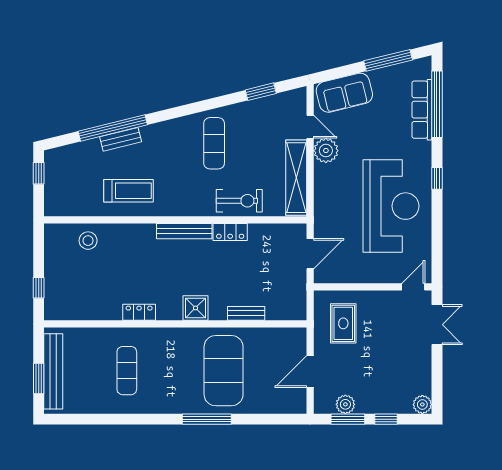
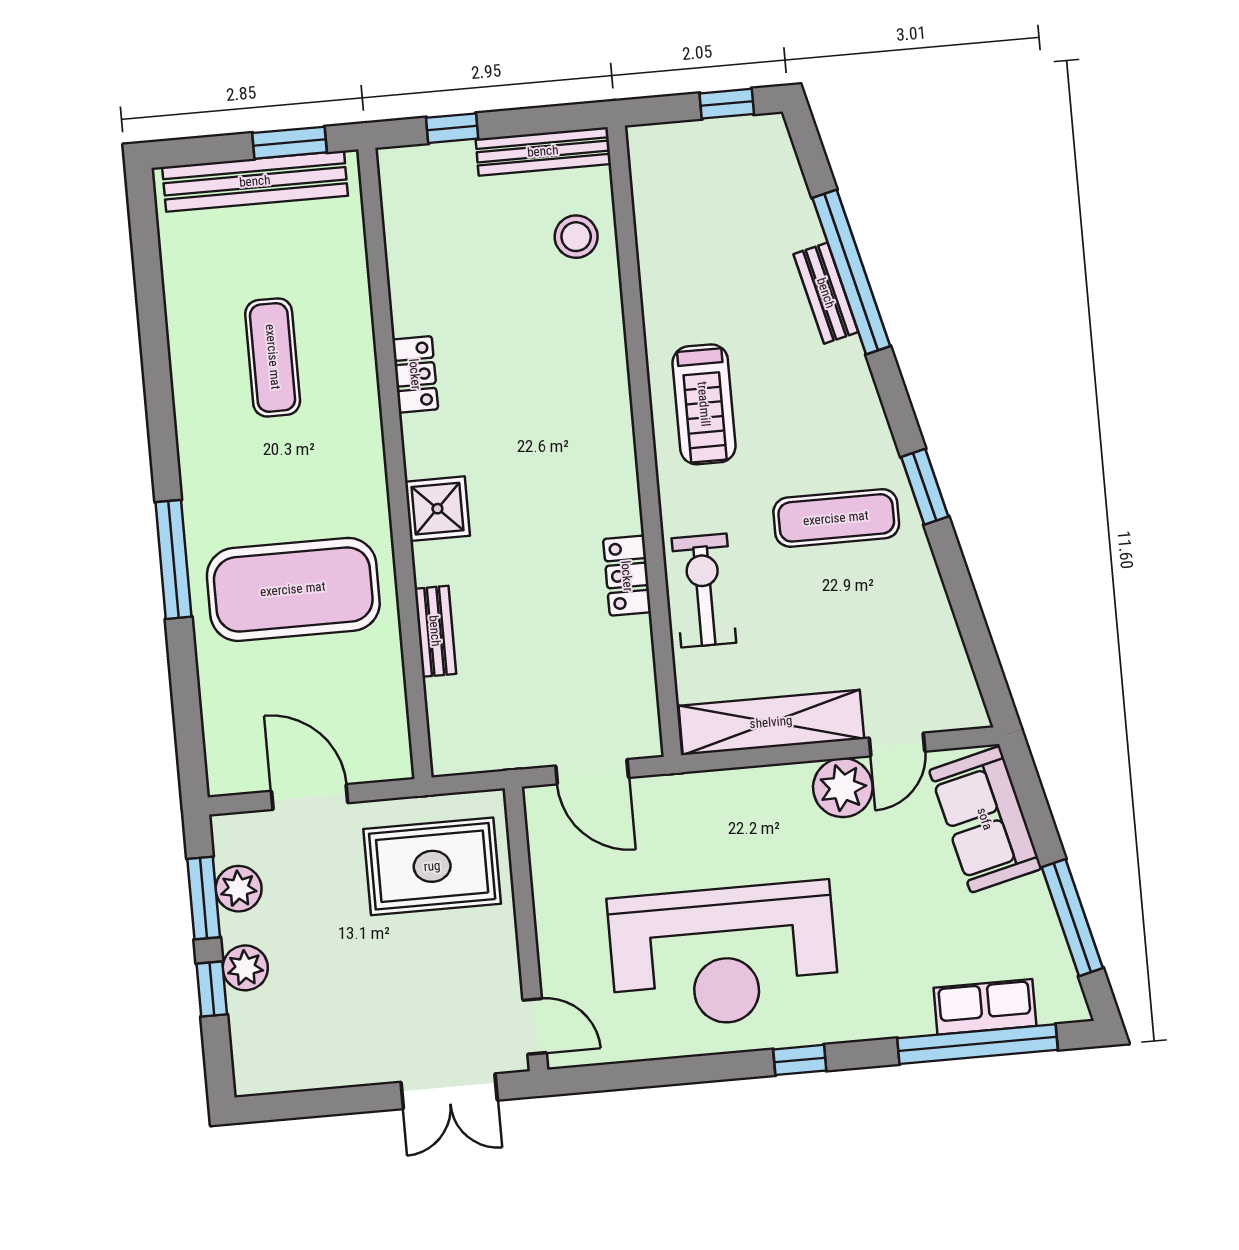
window: (261, 92) -> (925, 487), moved
row of seats: (422, 110) -> (985, 1007), width x0.68
treadmill: (129, 191) -> (704, 404), moved
exercise bike: (239, 201) -> (704, 591), turned 180
bench: (184, 231) -> (543, 151), moved, turned 90
rug: (343, 323) -> (432, 866), width x1.36, depth x1.43
exercise mat: (127, 371) -> (273, 357), turned 90
window: (39, 379) -> (290, 143), moved
plant: (422, 404) -> (245, 968), moved

